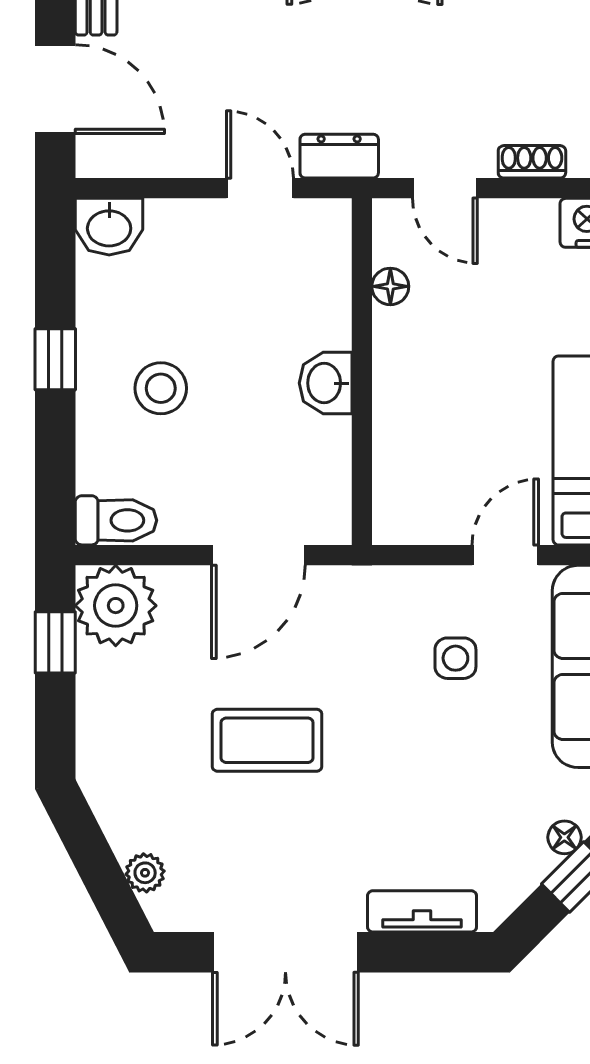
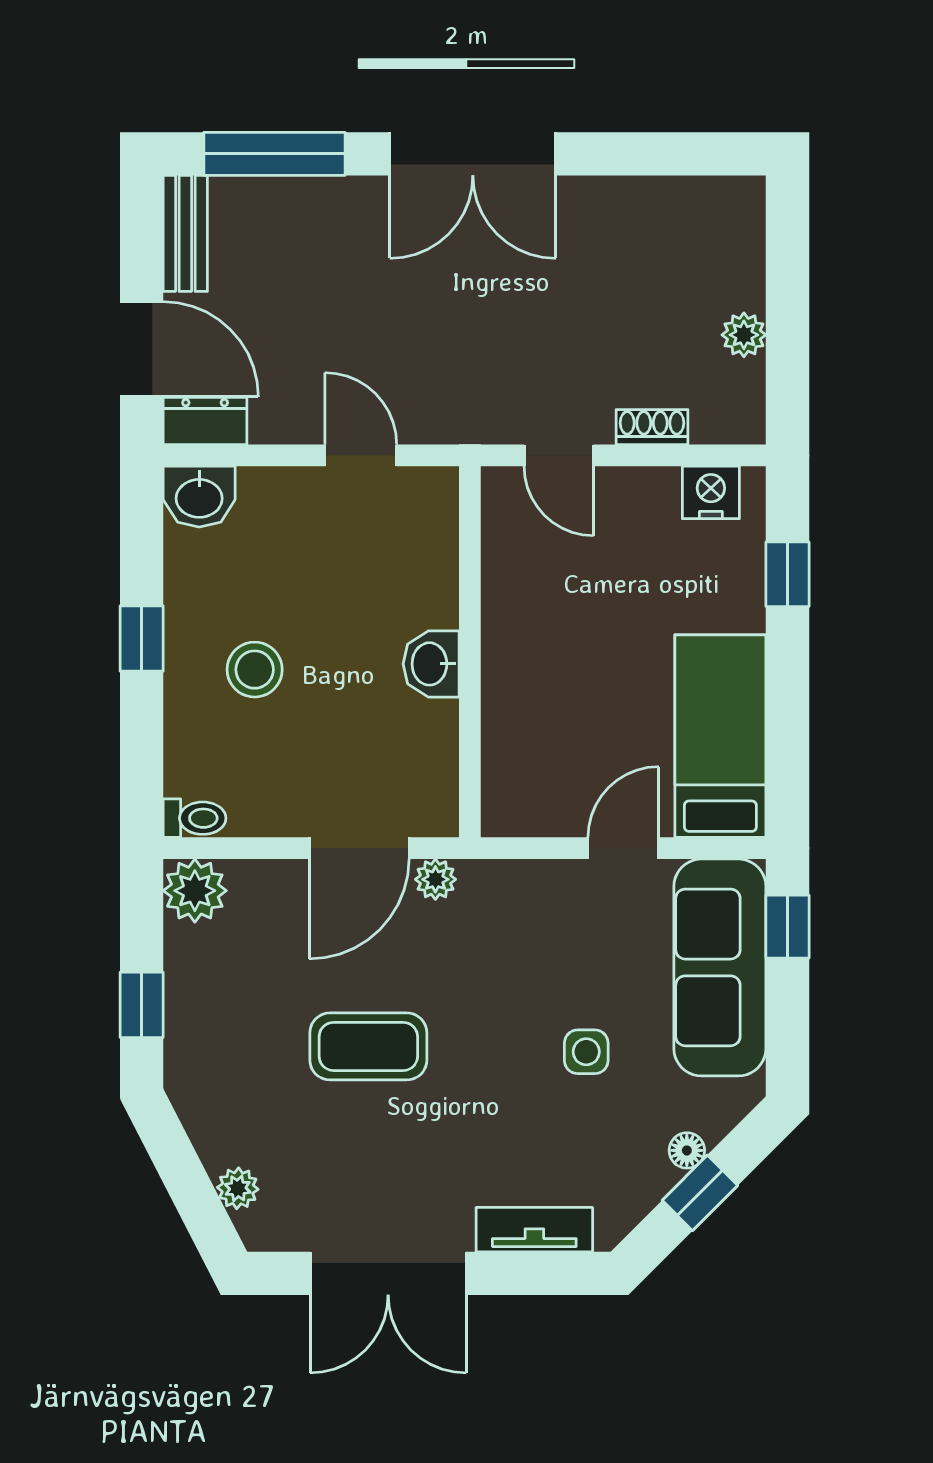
dresser: (339, 156) -> (205, 421), moved
floor lamp: (390, 286) -> (500, 561), removed
toilet: (116, 520) -> (195, 818), width x0.73, depth x0.72
plant: (330, 584) -> (435, 879), added
plant: (116, 606) -> (195, 891), width x0.73, depth x0.73
window: (55, 642) -> (142, 1005), moved
side table: (455, 658) -> (586, 1052), moved

